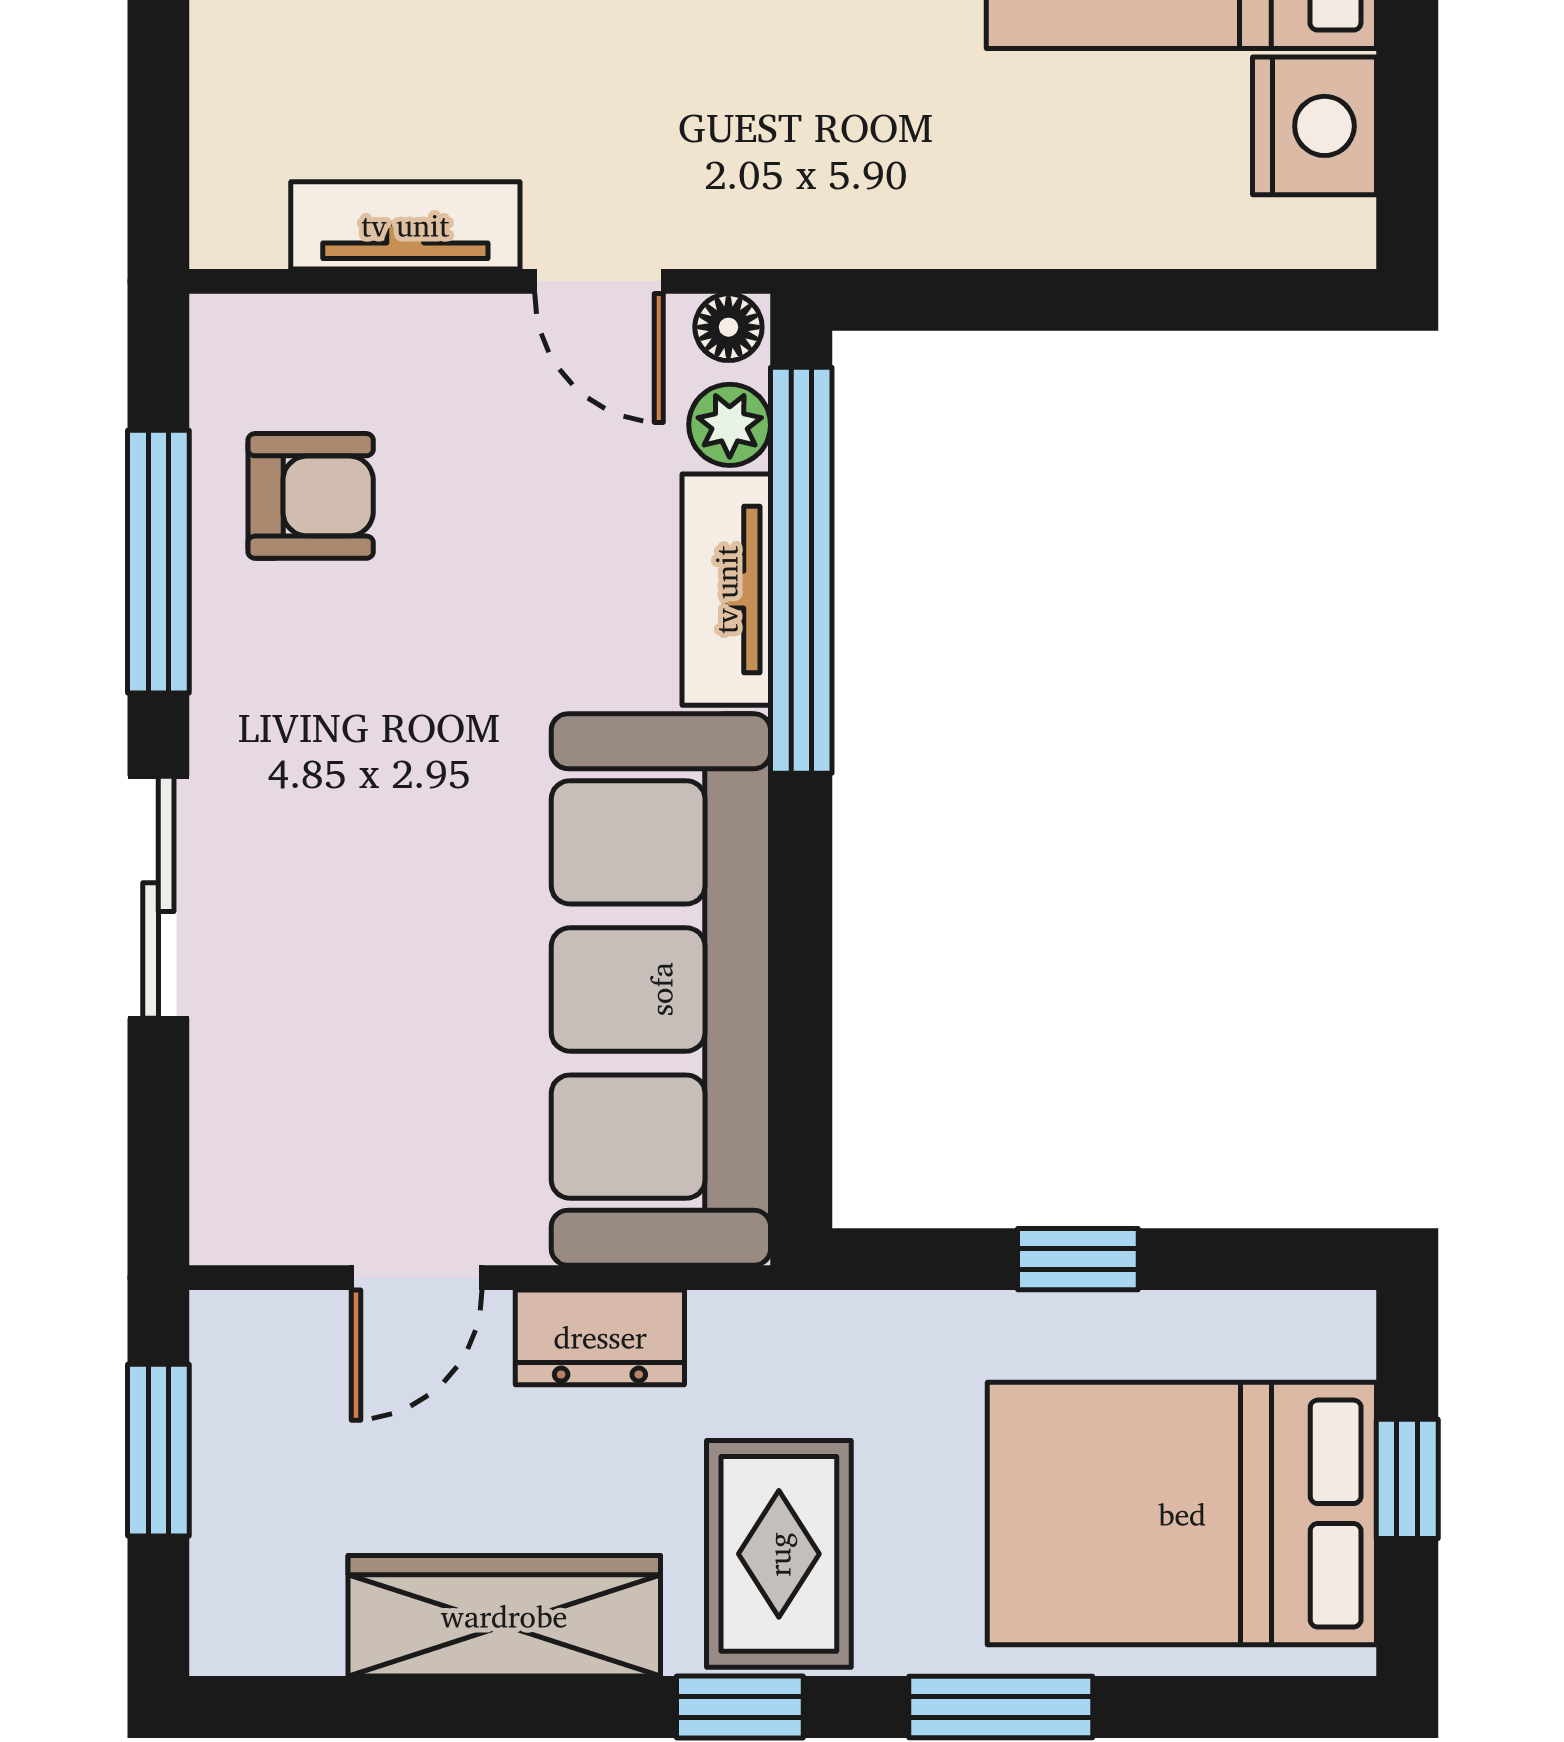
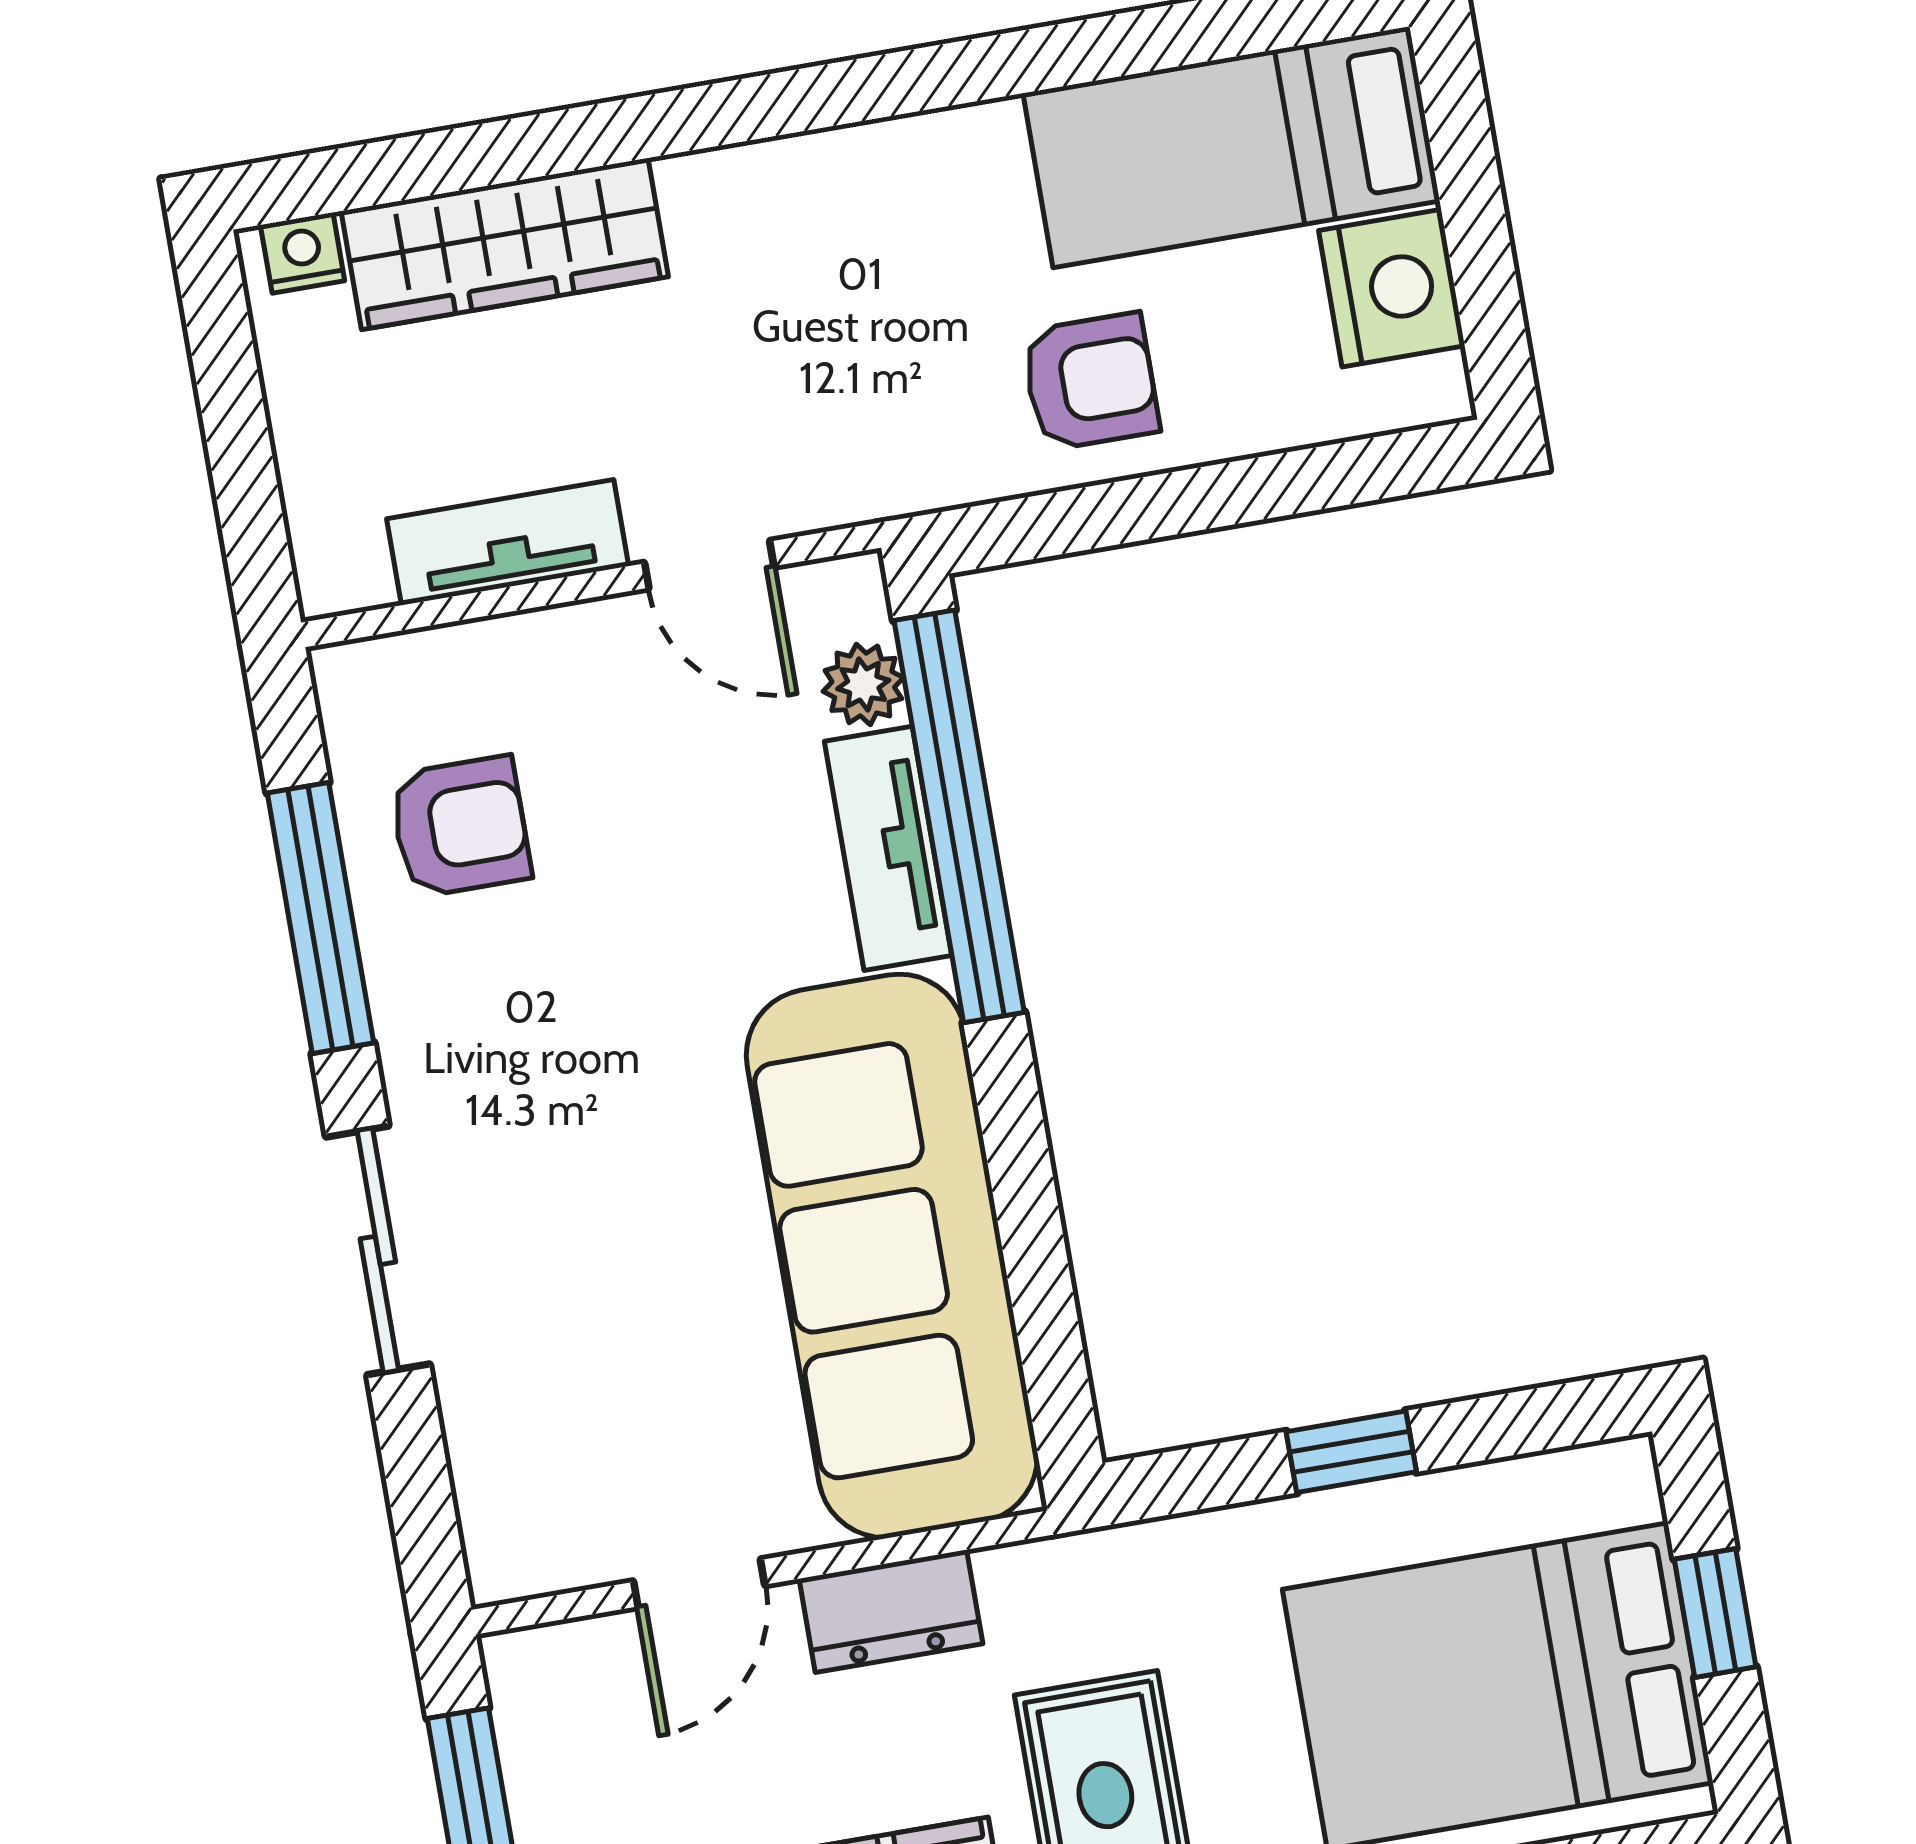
armchair: (1003, 166) -> (1090, 382), added
floor lamp: (728, 327) -> (845, 588), removed

